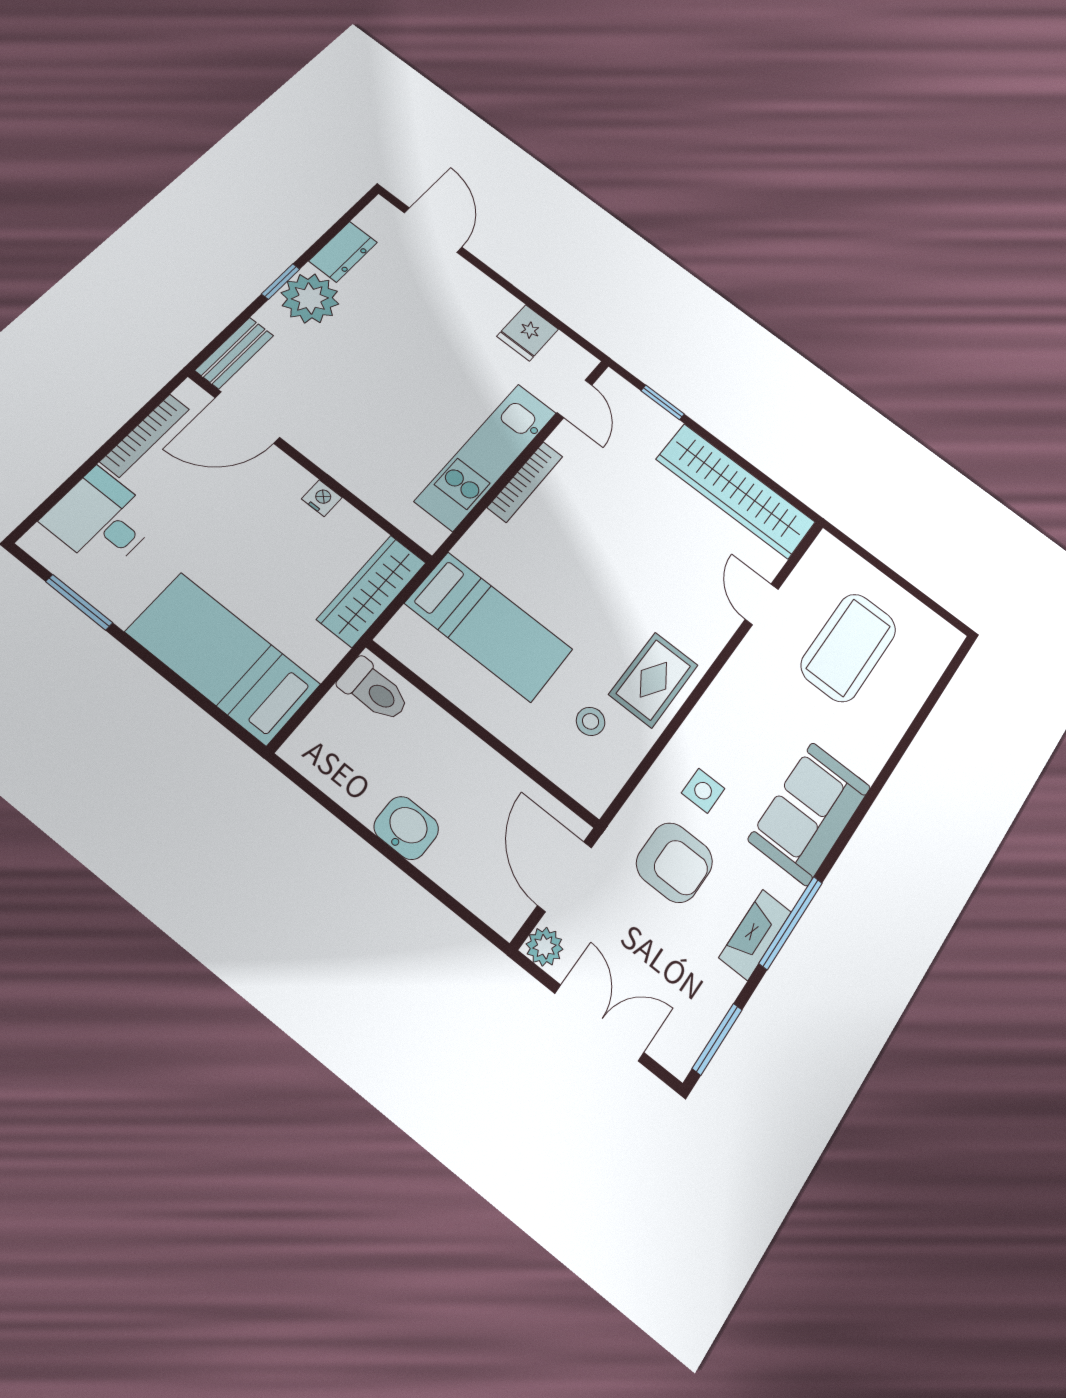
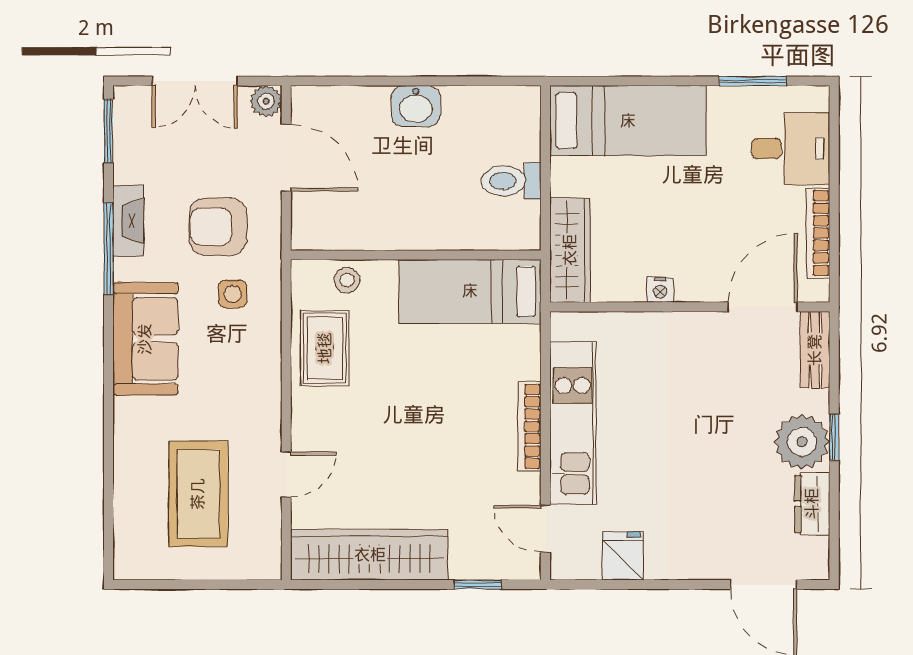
door: (762, 604) -> (286, 475), hinge flipped
wall: (482, 733) -> (416, 255), moved

